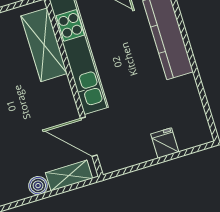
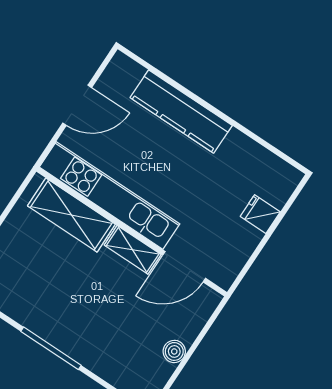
shelving: (69, 176) -> (133, 250), moved, turned 90

